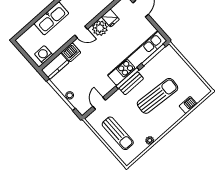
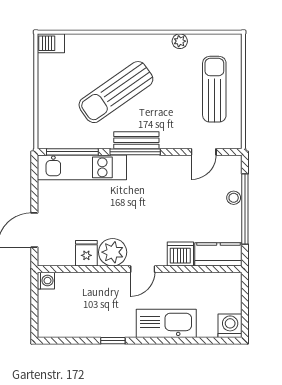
door: (81, 32) -> (143, 269), swing flipped
washing machine: (44, 55) -> (230, 326), moved, turned 180
kitchen unit: (137, 58) -> (82, 167), width x0.73
sun lounger: (158, 96) -> (116, 92), turned -39
barbecue: (188, 105) -> (51, 43), moved

